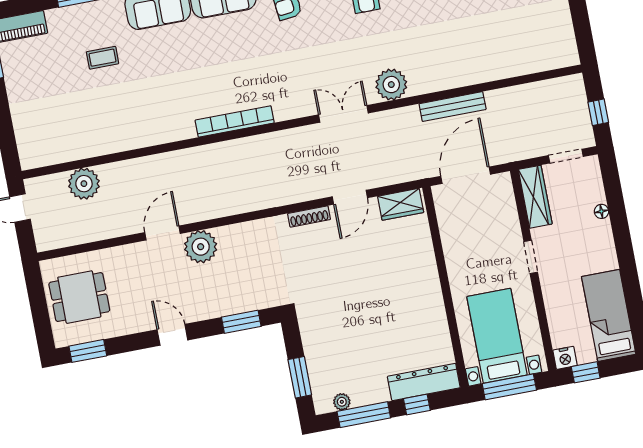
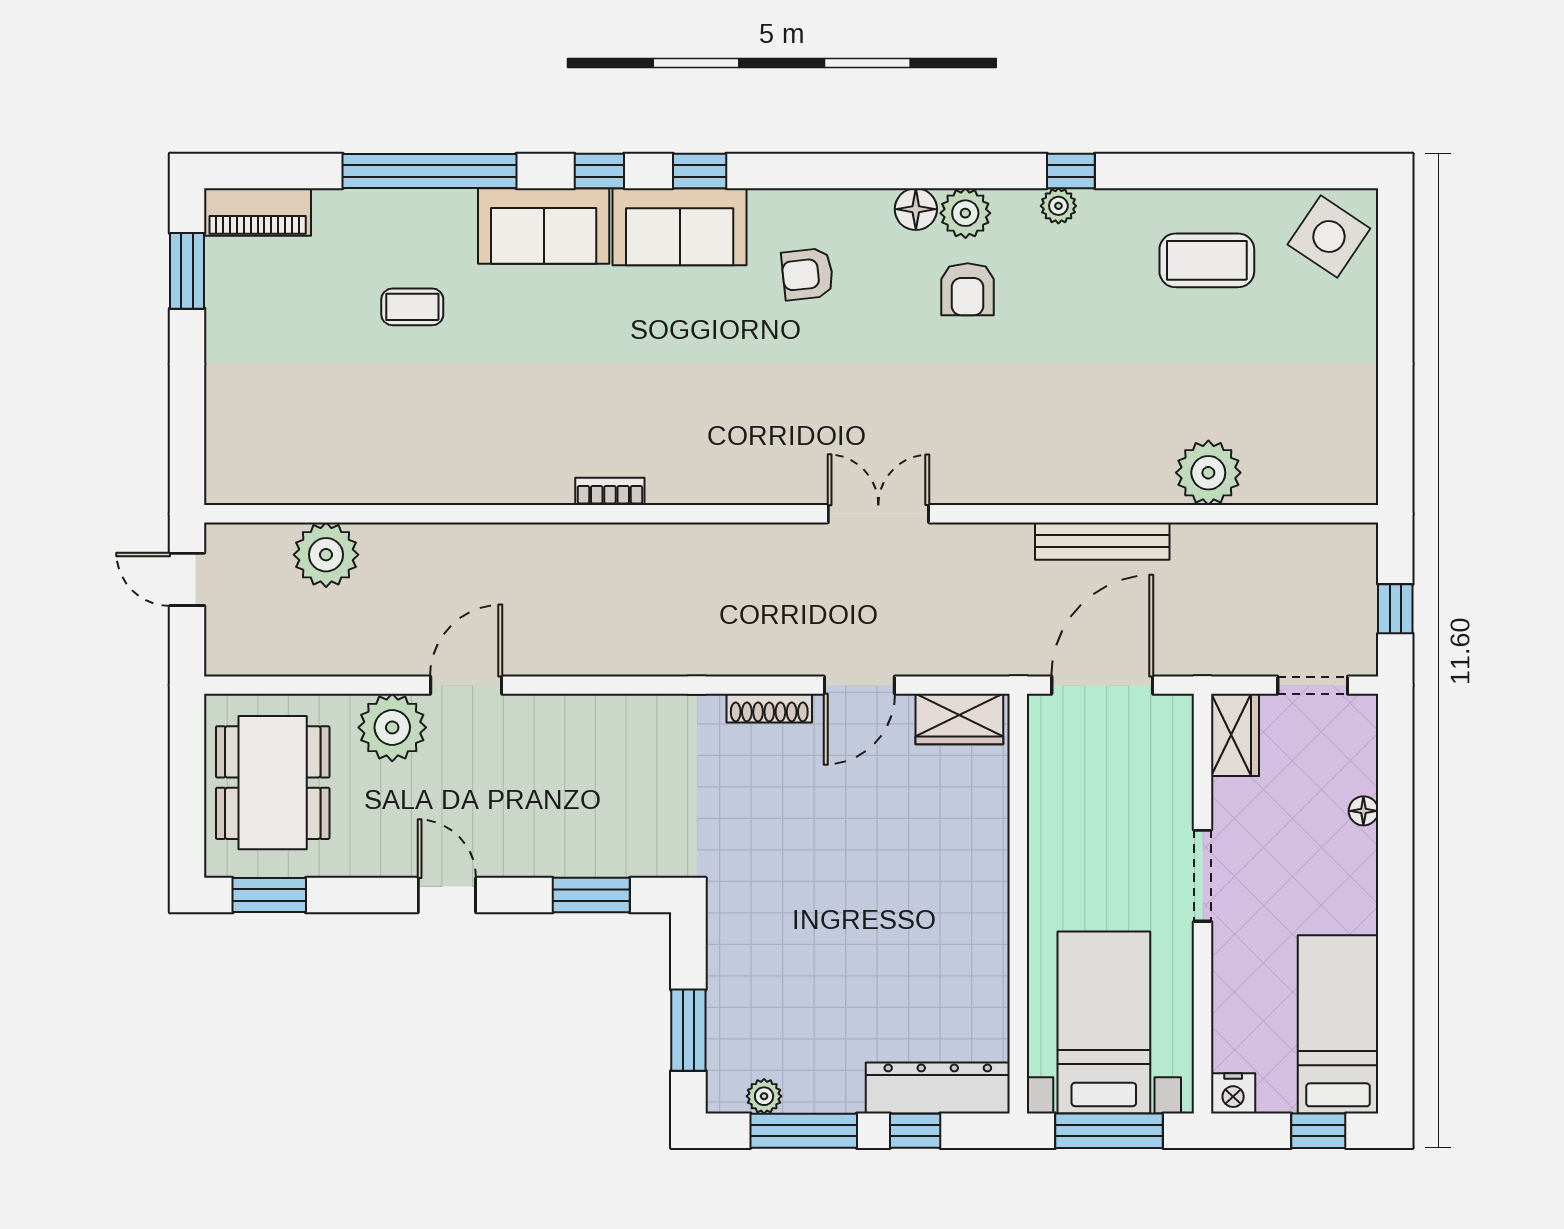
plant: (391, 85) -> (1208, 473), moved
bookcase: (235, 121) -> (610, 491), width x0.43, depth x0.76
wardrobe: (535, 197) -> (1235, 735), width x0.67
plant: (201, 247) -> (392, 727), moved
doorway: (531, 257) -> (1203, 876), width x1.38
dining table: (79, 297) -> (273, 783), width x1.37
window: (586, 372) -> (1318, 1131), moved

